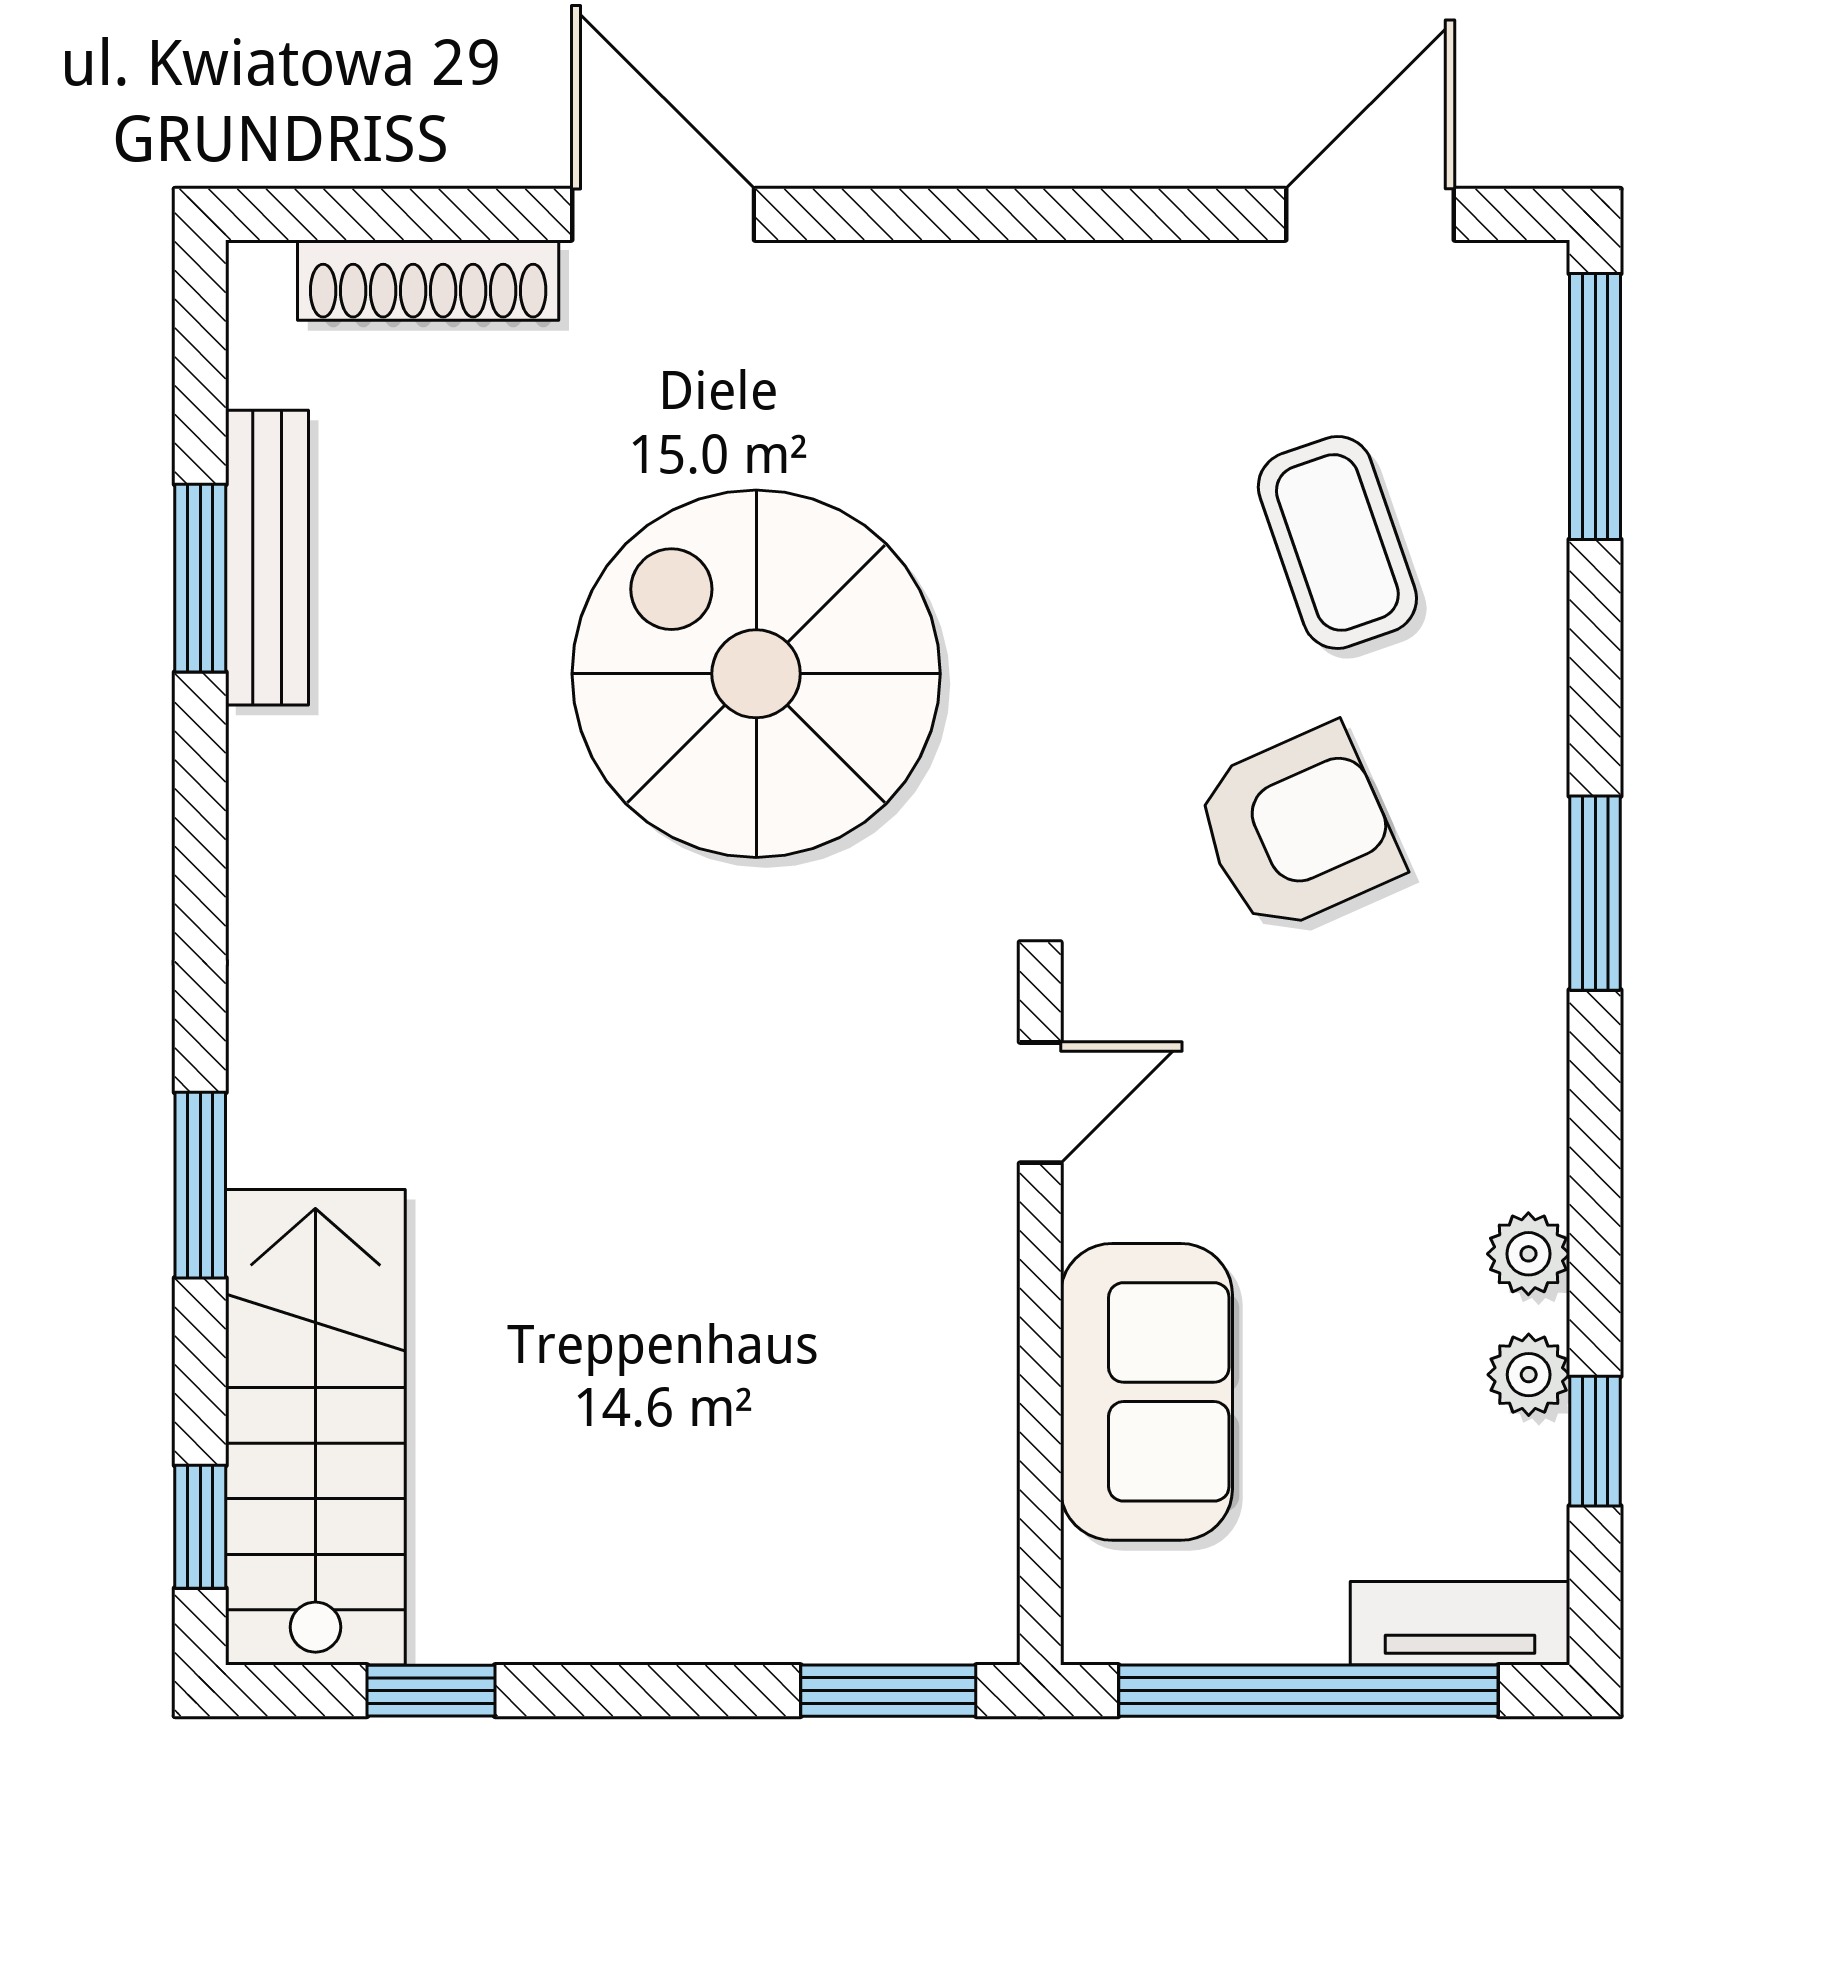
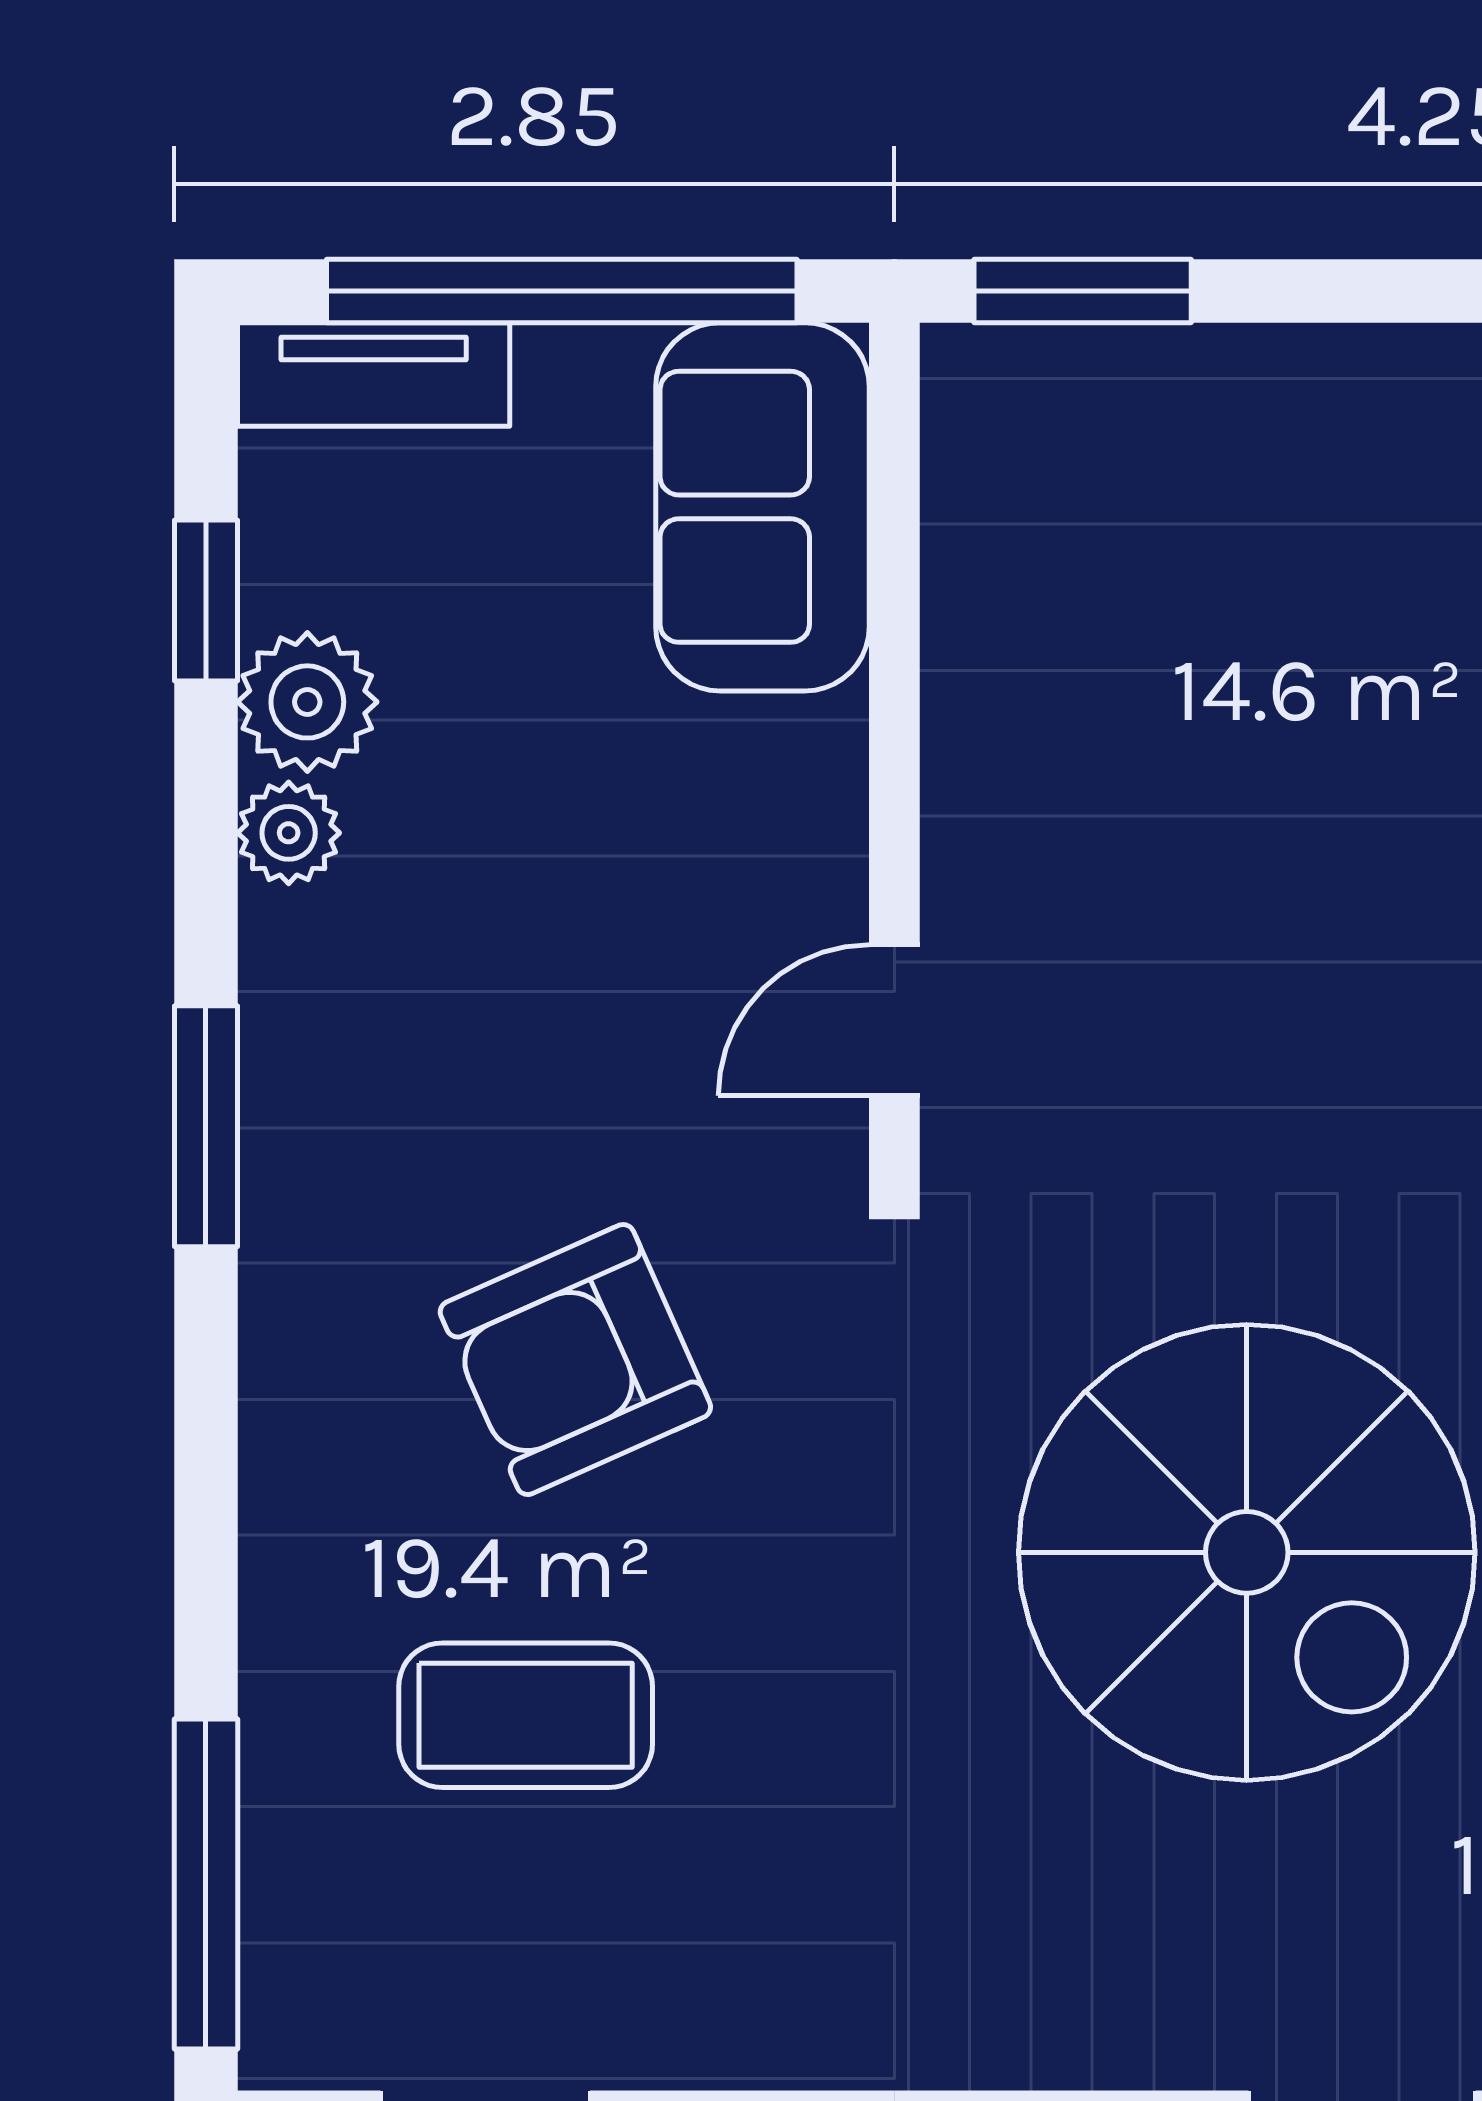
coffee table: (1337, 542) -> (526, 1715), turned -71
window: (1595, 893) -> (206, 1126), moved
plant: (1529, 1375) -> (307, 702), width x1.38, depth x1.38
sofa: (1146, 1392) -> (762, 507), moved

